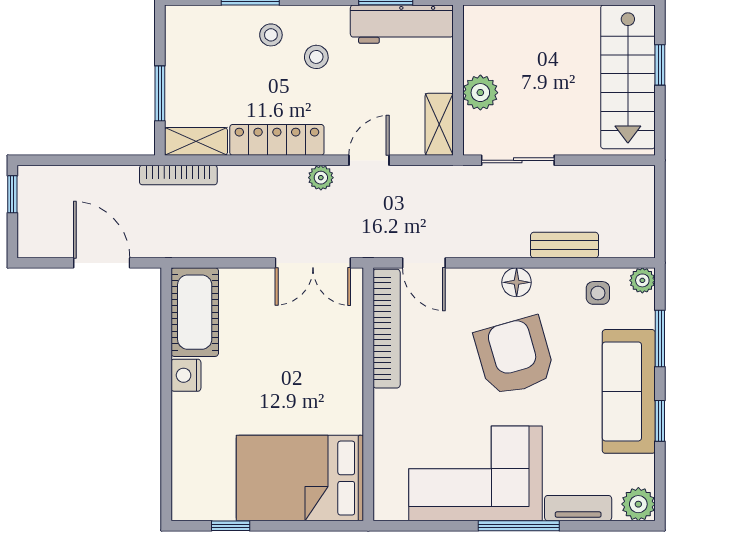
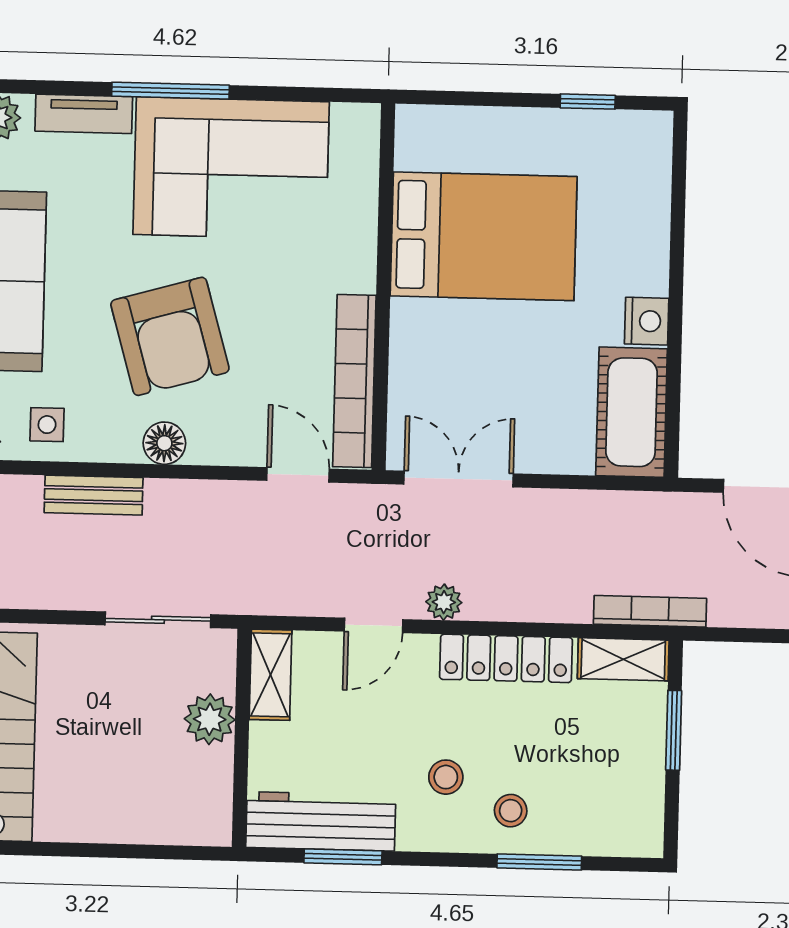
bed: (300, 478) -> (484, 236), moved

